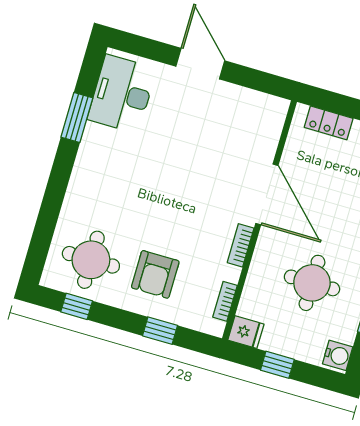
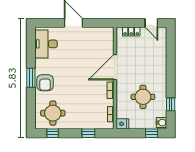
window: (77, 117) -> (31, 78), moved
door: (267, 194) -> (115, 67), swing flipped
armchair: (155, 274) -> (45, 83), moved
window: (277, 365) -> (151, 133), moved

